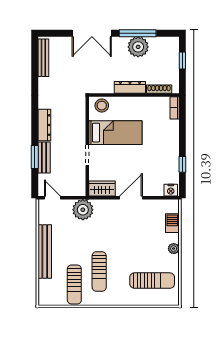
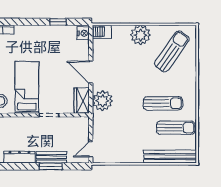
plant: (83, 210) -> (102, 101), moved
barbecue: (172, 223) -> (102, 32), moved
plant: (174, 249) -> (140, 35), width x1.88, depth x1.88
bench: (45, 251) -> (170, 157), moved
sun lounger: (152, 281) -> (172, 51), turned 35

